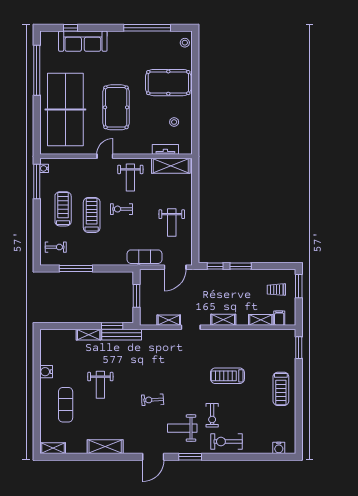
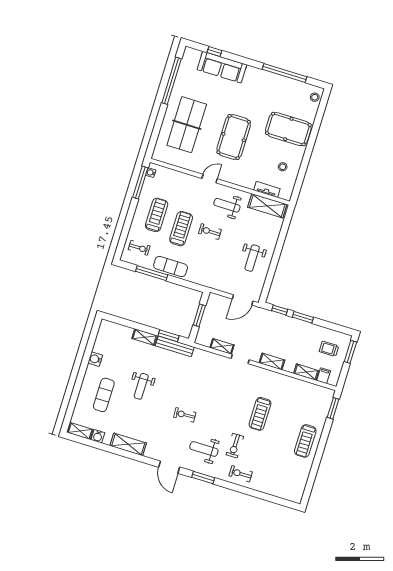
table tennis table: (65, 110) -> (187, 125), width x0.73, depth x0.76
weight bench: (130, 178) -> (227, 205), turned 90
exercise mat: (145, 257) -> (171, 266), moved
treadmill: (227, 376) -> (260, 414), turned -90
exercise bike: (227, 442) -> (241, 474), width x0.73, depth x0.72
water cooler: (279, 448) -> (98, 436), moved
door: (153, 457) -> (169, 467), hinge flipped

